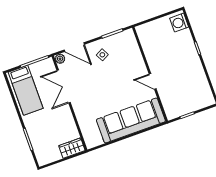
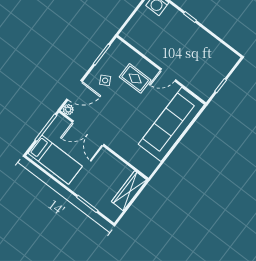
rug: (126, 68) -> (135, 78), added
wardrobe: (72, 148) -> (129, 191), width x1.50

